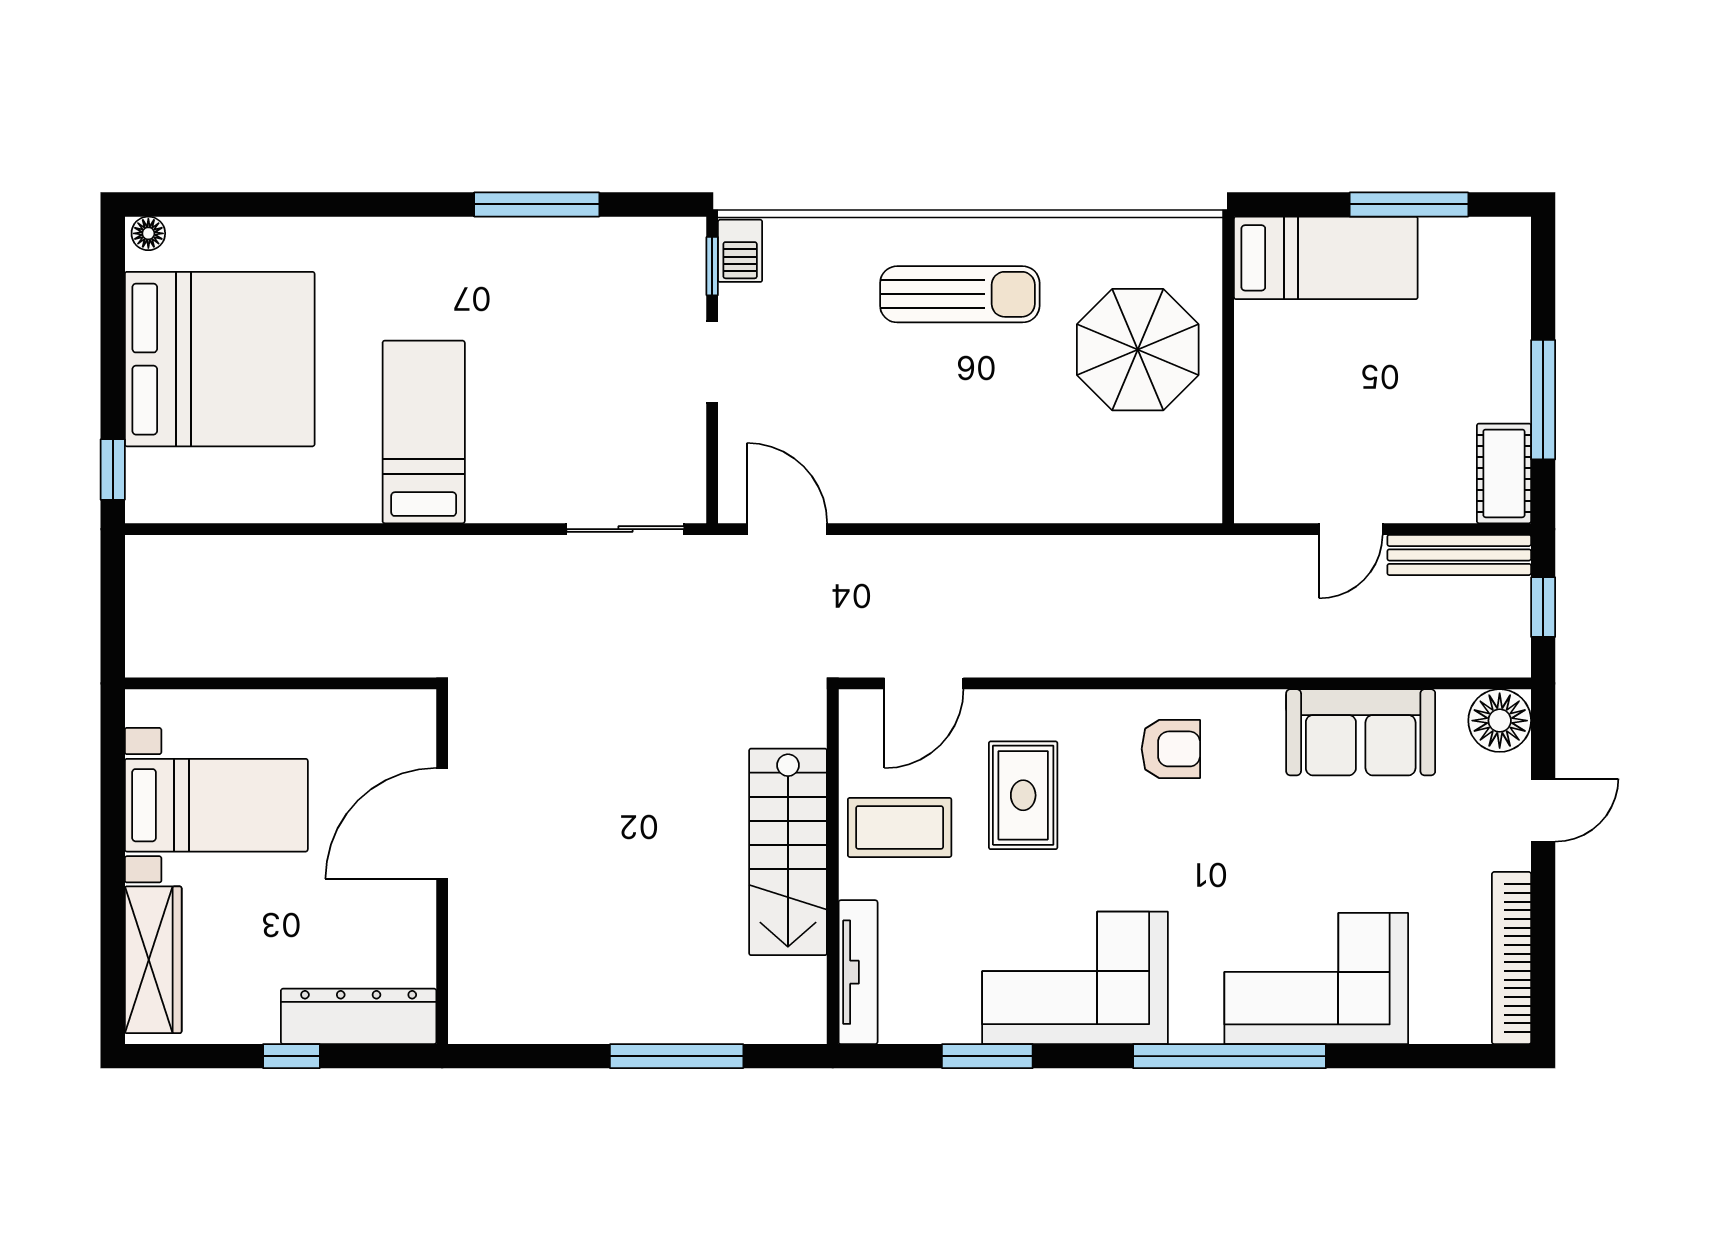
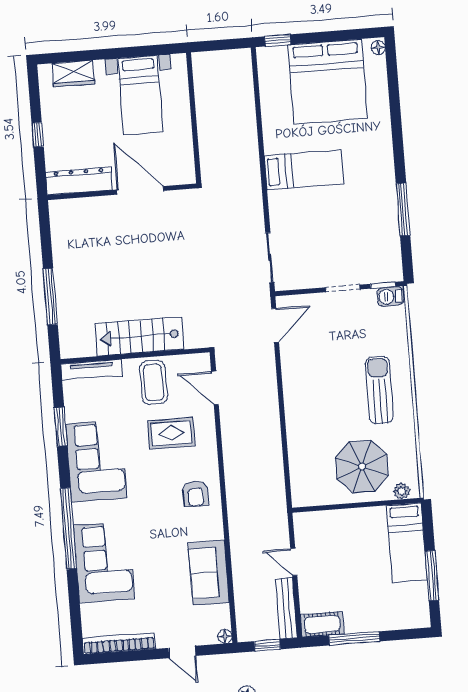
plant: (1203, 260) -> (402, 491), added
sun lounger: (960, 294) -> (379, 390), turned 180
floor lamp: (1500, 721) -> (225, 636), width x0.53, depth x0.53
wardrobe: (153, 960) -> (73, 74), width x0.67
dresser: (359, 1016) -> (79, 181), moved, turned -90

